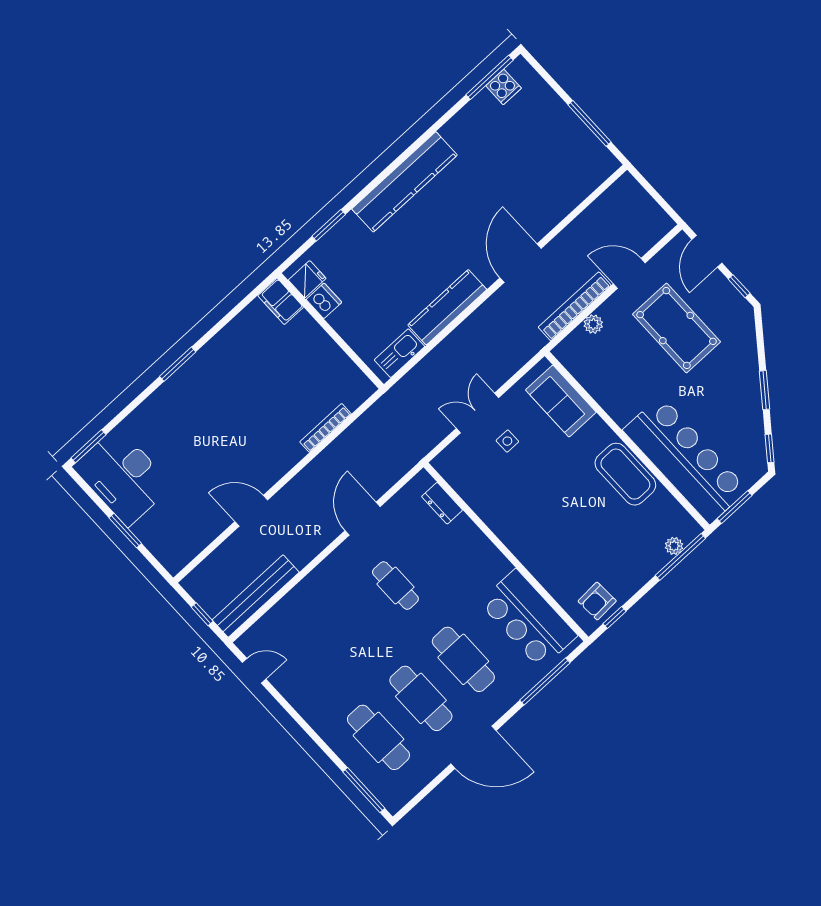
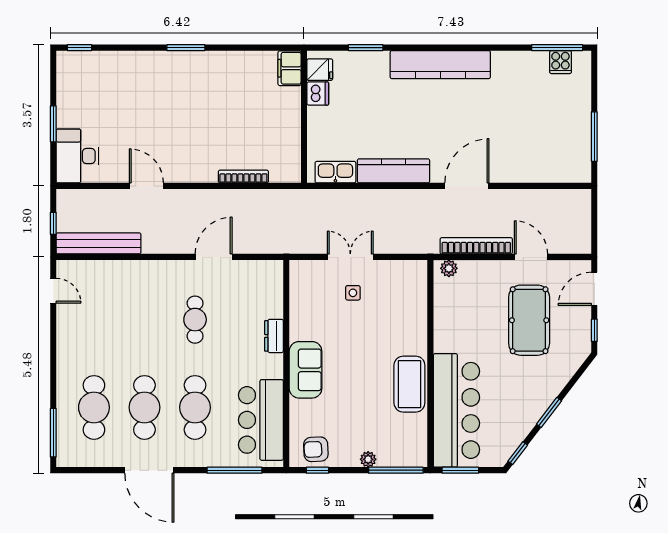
plant: (593, 324) -> (449, 268), moved
sofa: (561, 401) -> (306, 370), moved, turned 180
window: (88, 446) -> (80, 48), width x0.67
desk: (123, 476) -> (77, 156), moved, width x0.73, depth x0.77
dresser: (442, 503) -> (274, 336), moved
plant: (674, 546) -> (368, 459), moved

